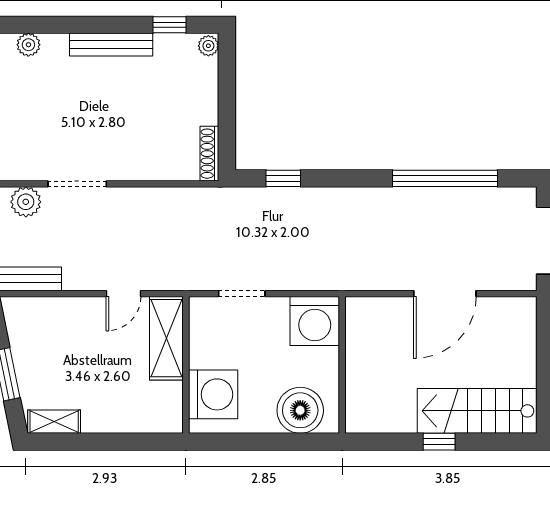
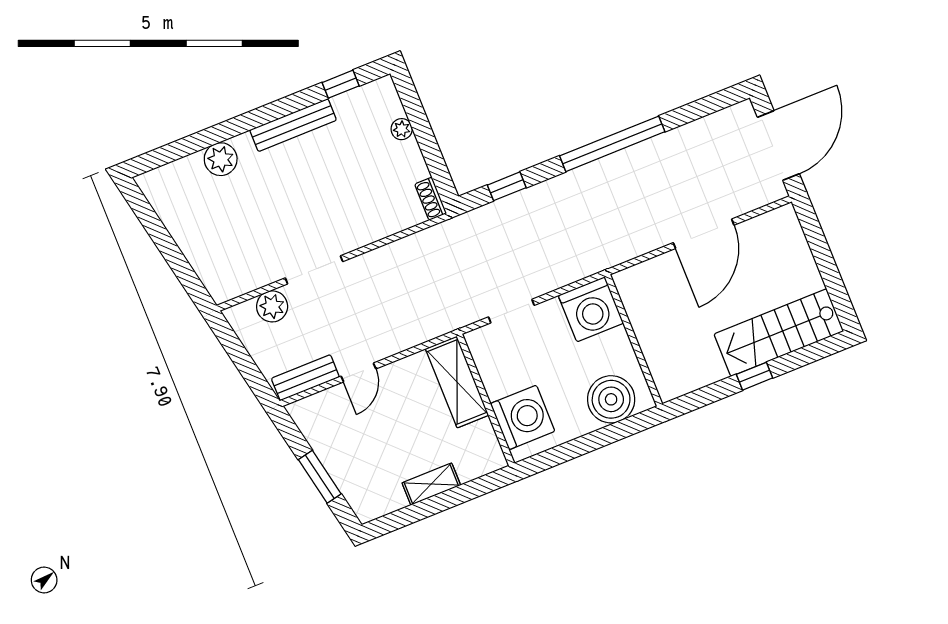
plant: (28, 45) -> (221, 159), width x1.38, depth x1.38
plant: (208, 46) -> (402, 129), moved
shoe rack: (209, 154) -> (431, 199), width x0.70
window: (445, 178) -> (612, 144), moved
door: (123, 294) -> (359, 373), moved
shelving: (54, 422) -> (431, 484), moved

